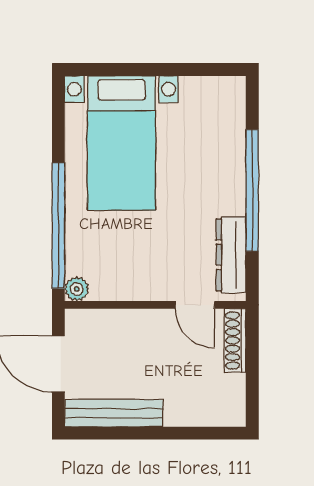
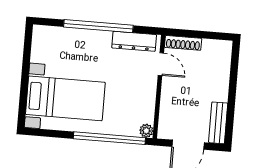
door: (195, 305) -> (161, 64), hinge flipped
bench: (114, 413) -> (218, 123), width x0.73

